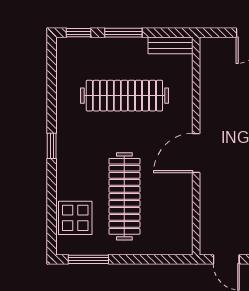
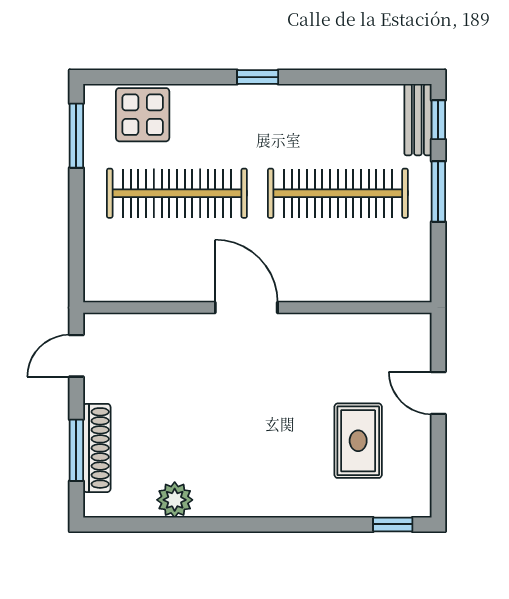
bench: (171, 45) -> (418, 120), moved
clothes rail: (124, 96) -> (338, 193), turned 90

